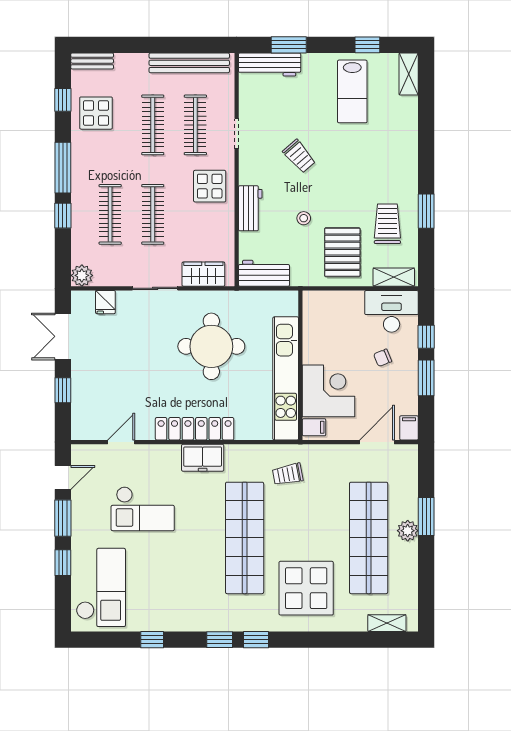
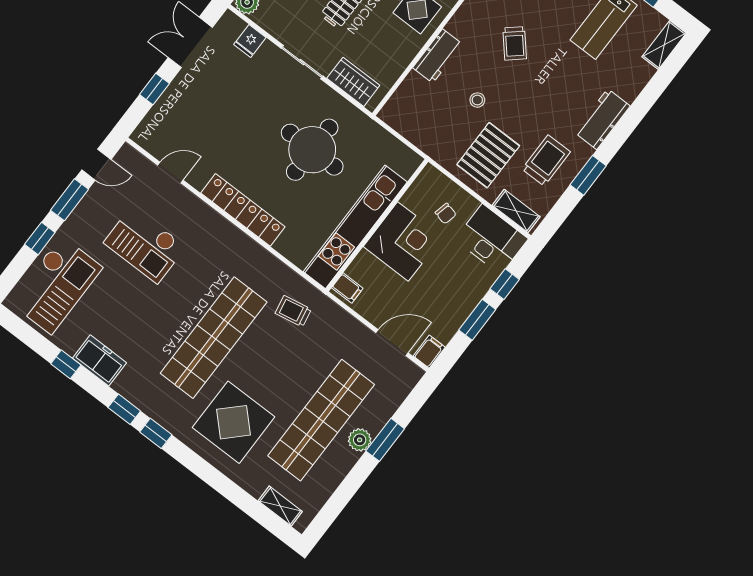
workbench: (264, 273) -> (602, 119), moved, turned -90
chair: (383, 358) -> (446, 214), moved, turned -145
corner desk: (329, 391) -> (403, 241), moved
freezer: (203, 458) -> (99, 360), moved, turned 180

